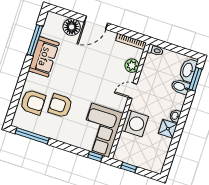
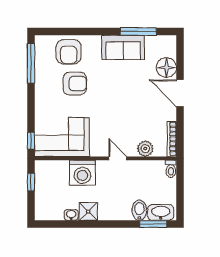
armchair: (60, 106) -> (75, 84), turned 90
washbasin: (175, 116) -> (71, 215), moved

